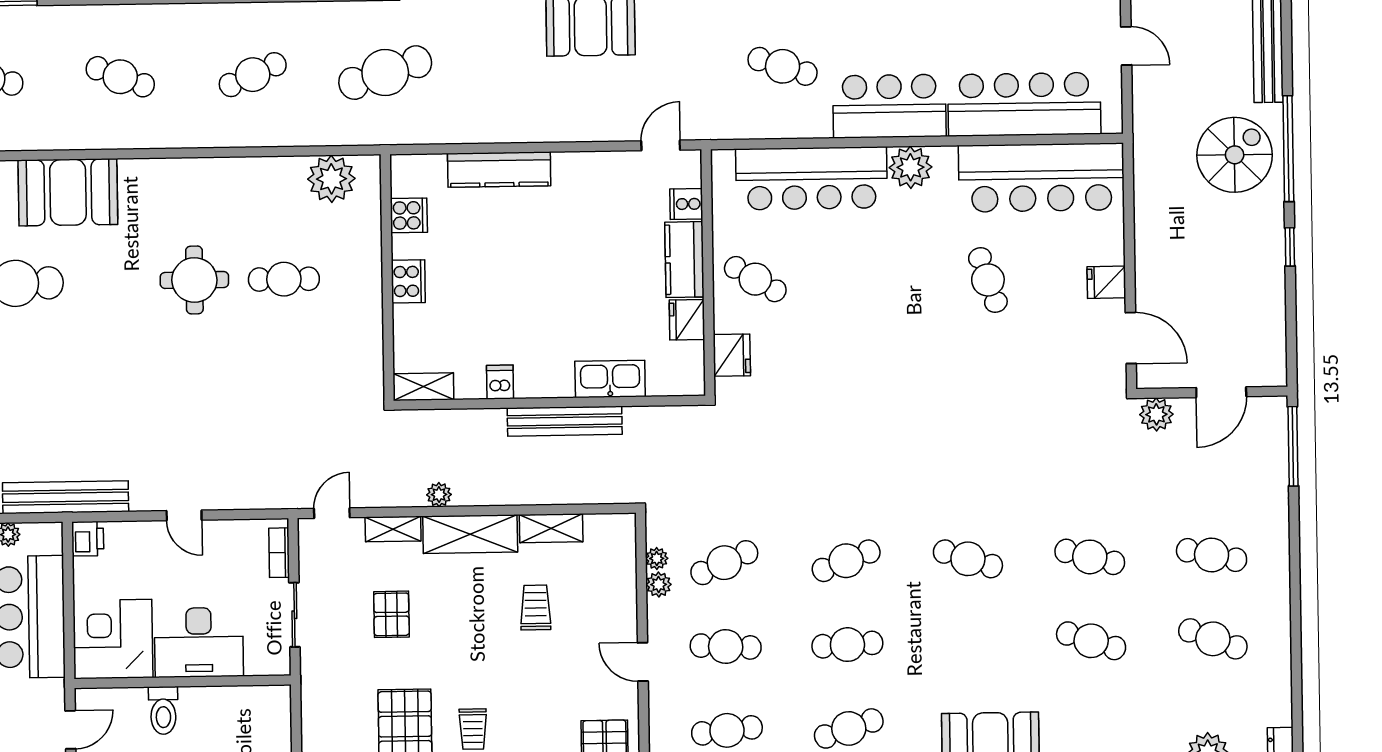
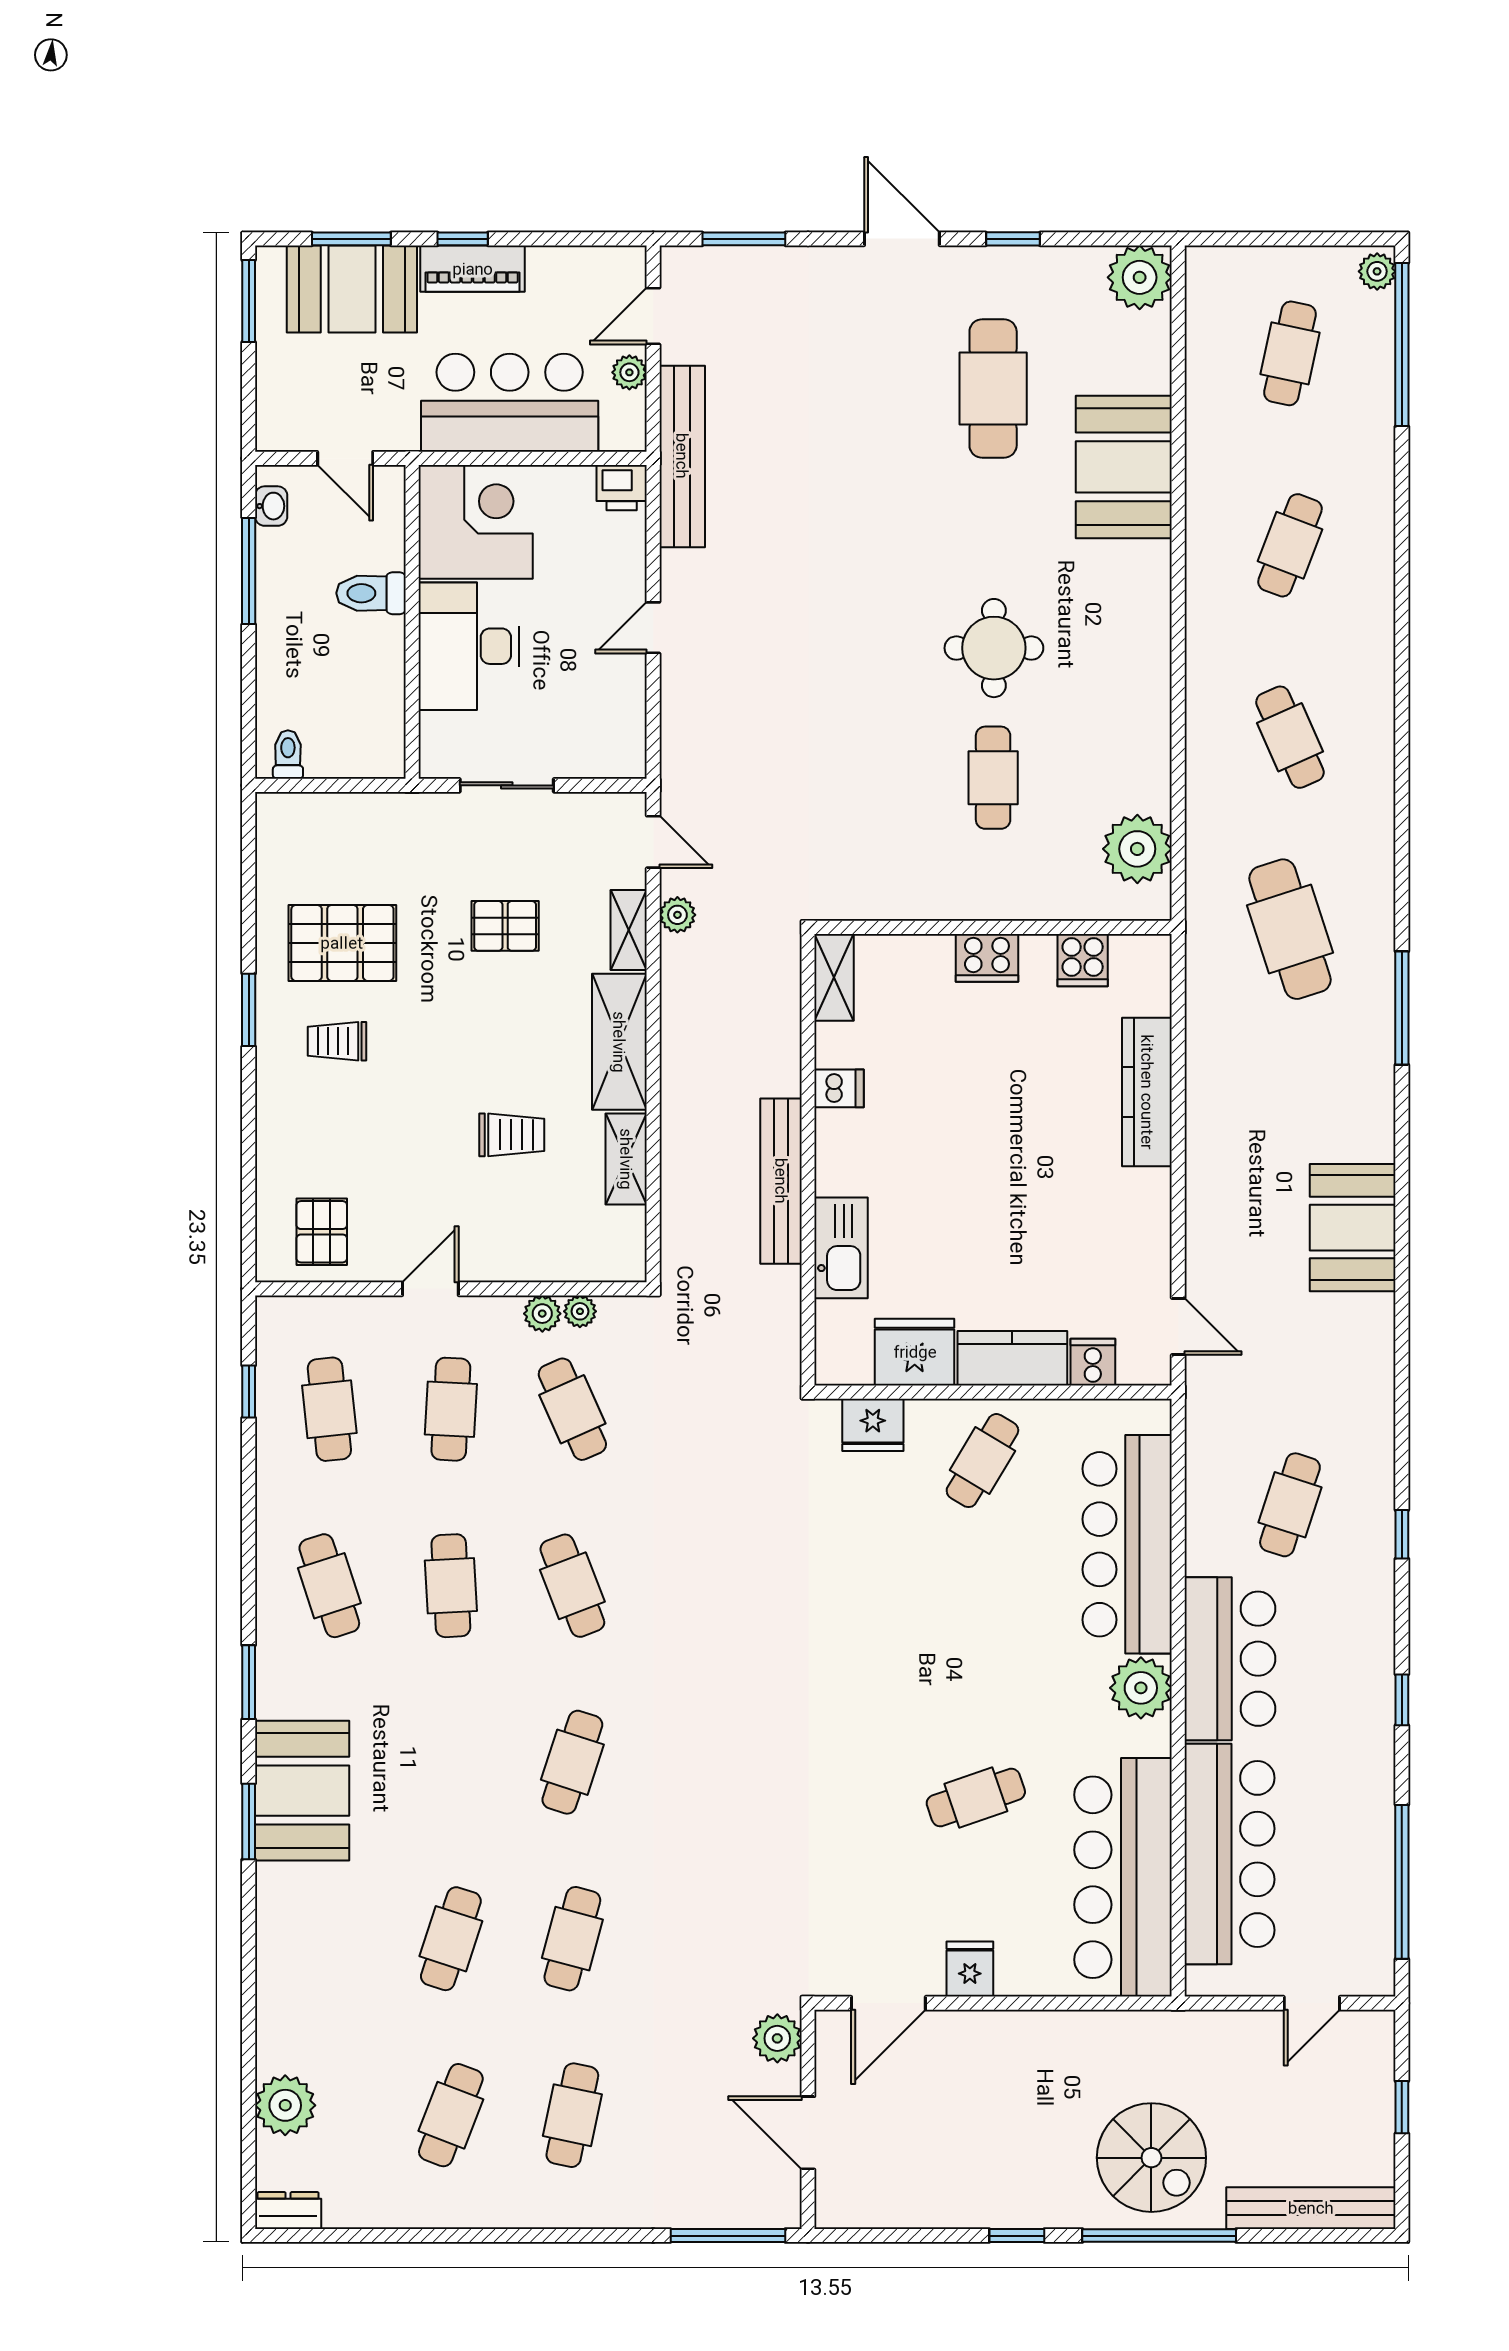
fridge: (687, 320) -> (915, 1352), width x1.36, depth x1.34
plant: (439, 495) -> (677, 915), moved
bookcase: (279, 553) -> (597, 765), removed

